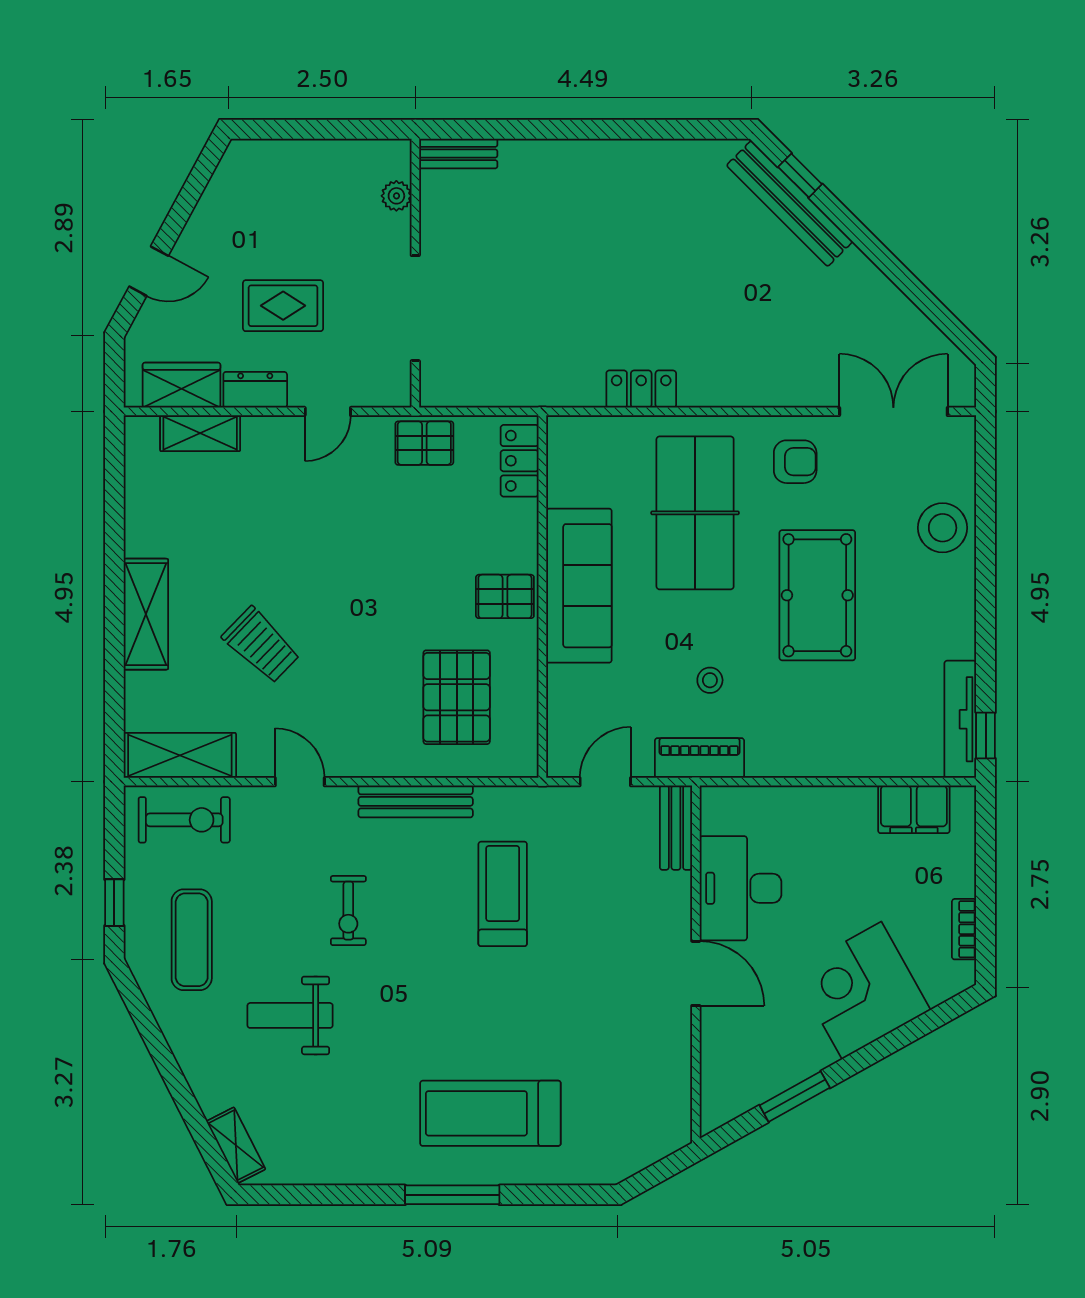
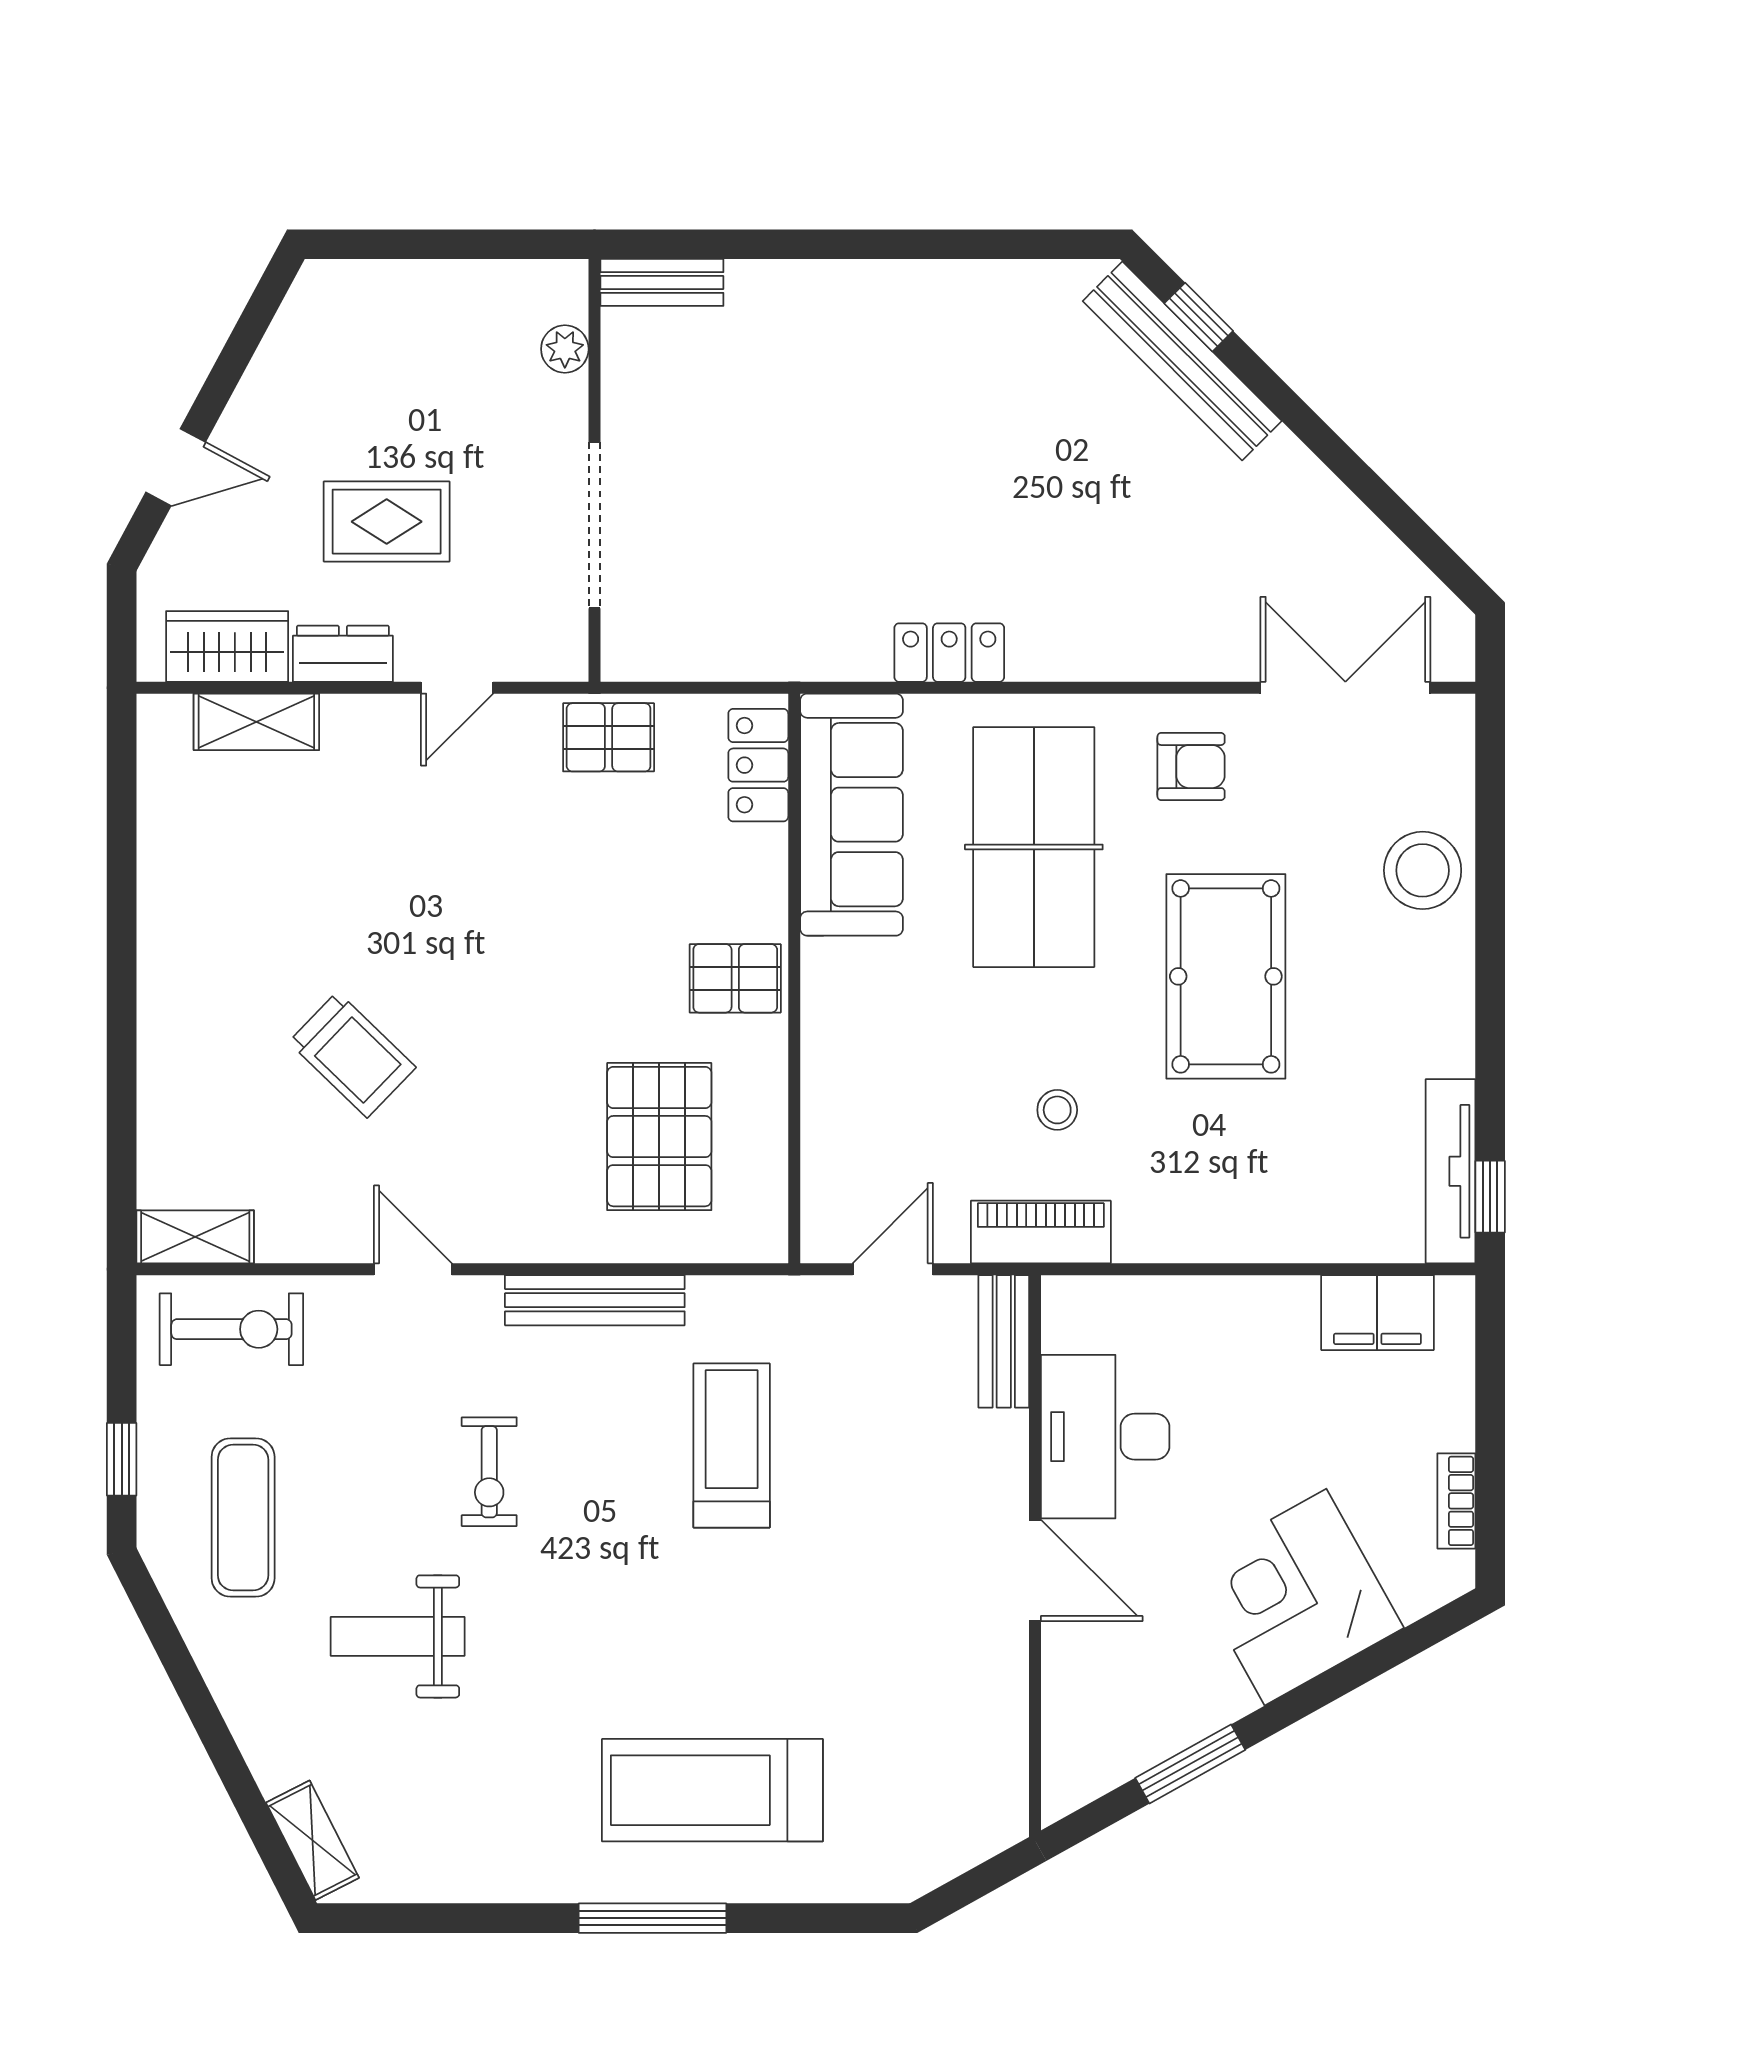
sofa: (579, 586) -> (851, 815), moved
shelving: (146, 614) -> (171, 1006), removed
shelving: (180, 755) -> (195, 1237), width x0.67, depth x0.75

